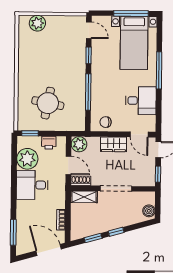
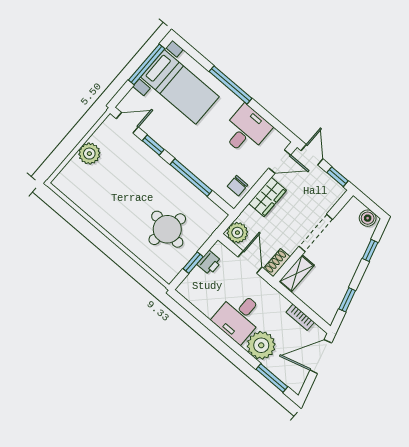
plant: (37, 23) -> (89, 154), moved
window: (30, 133) -> (193, 263), moved
plant: (27, 159) -> (261, 345), moved
door: (68, 165) -> (250, 262), hinge flipped
window: (116, 232) -> (370, 250), moved

